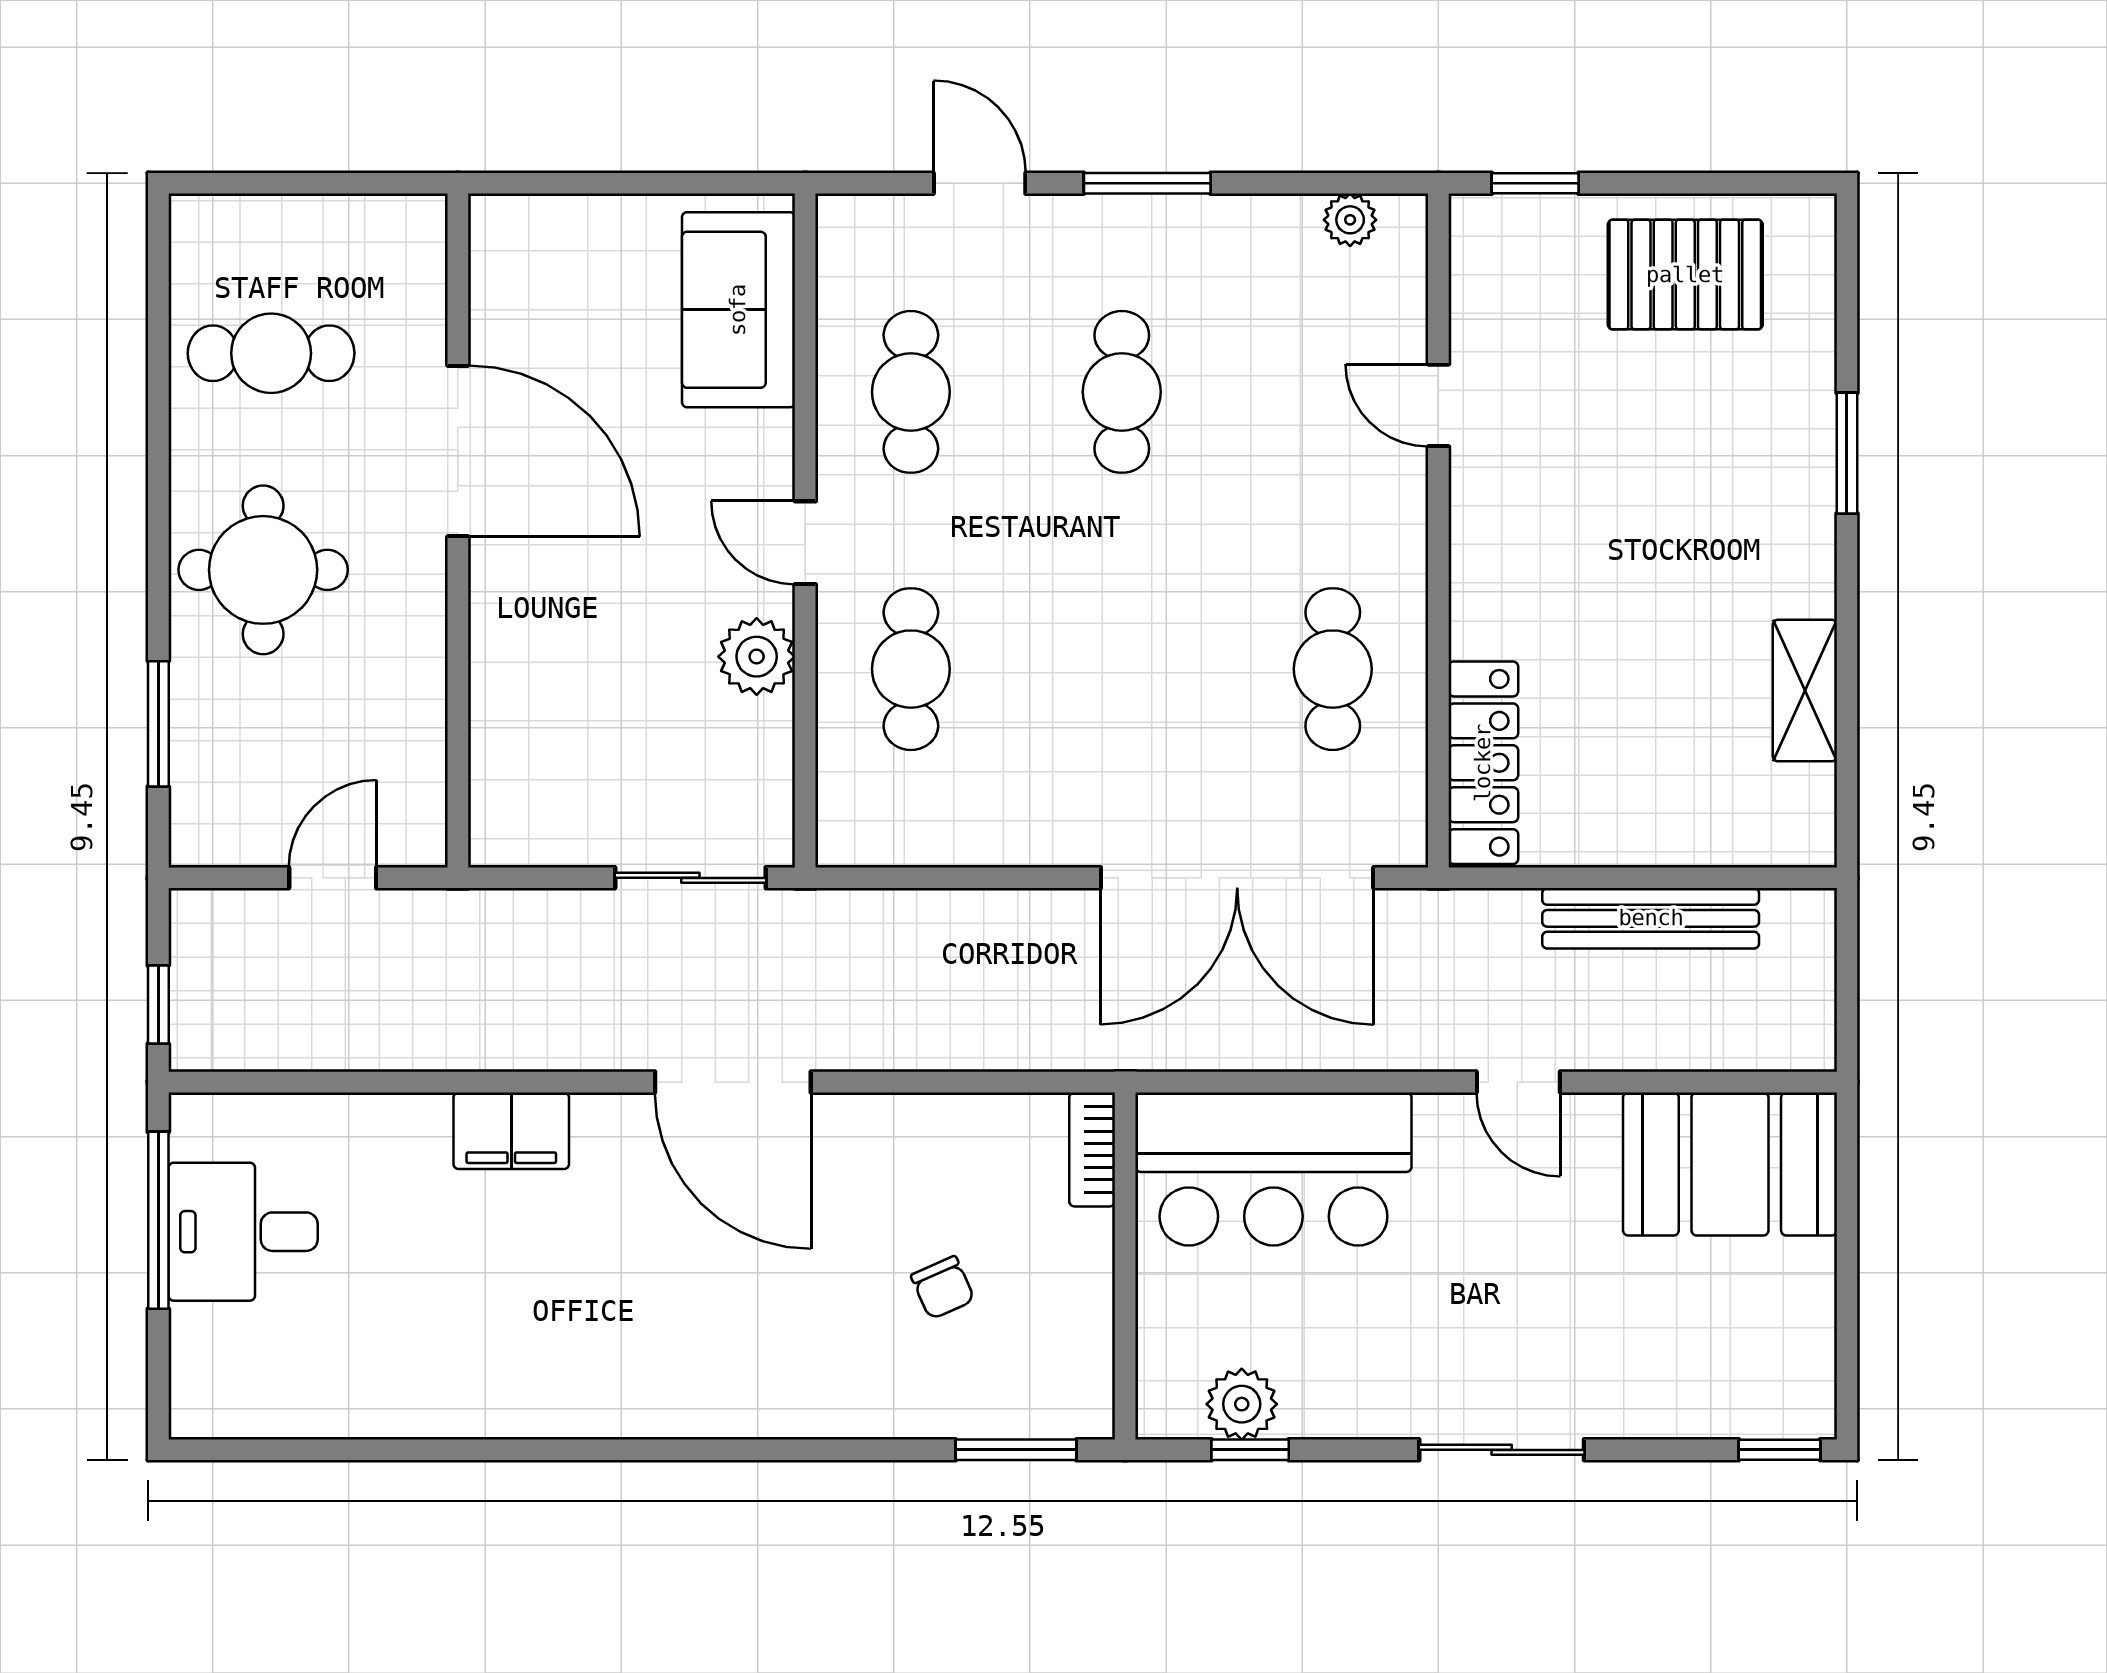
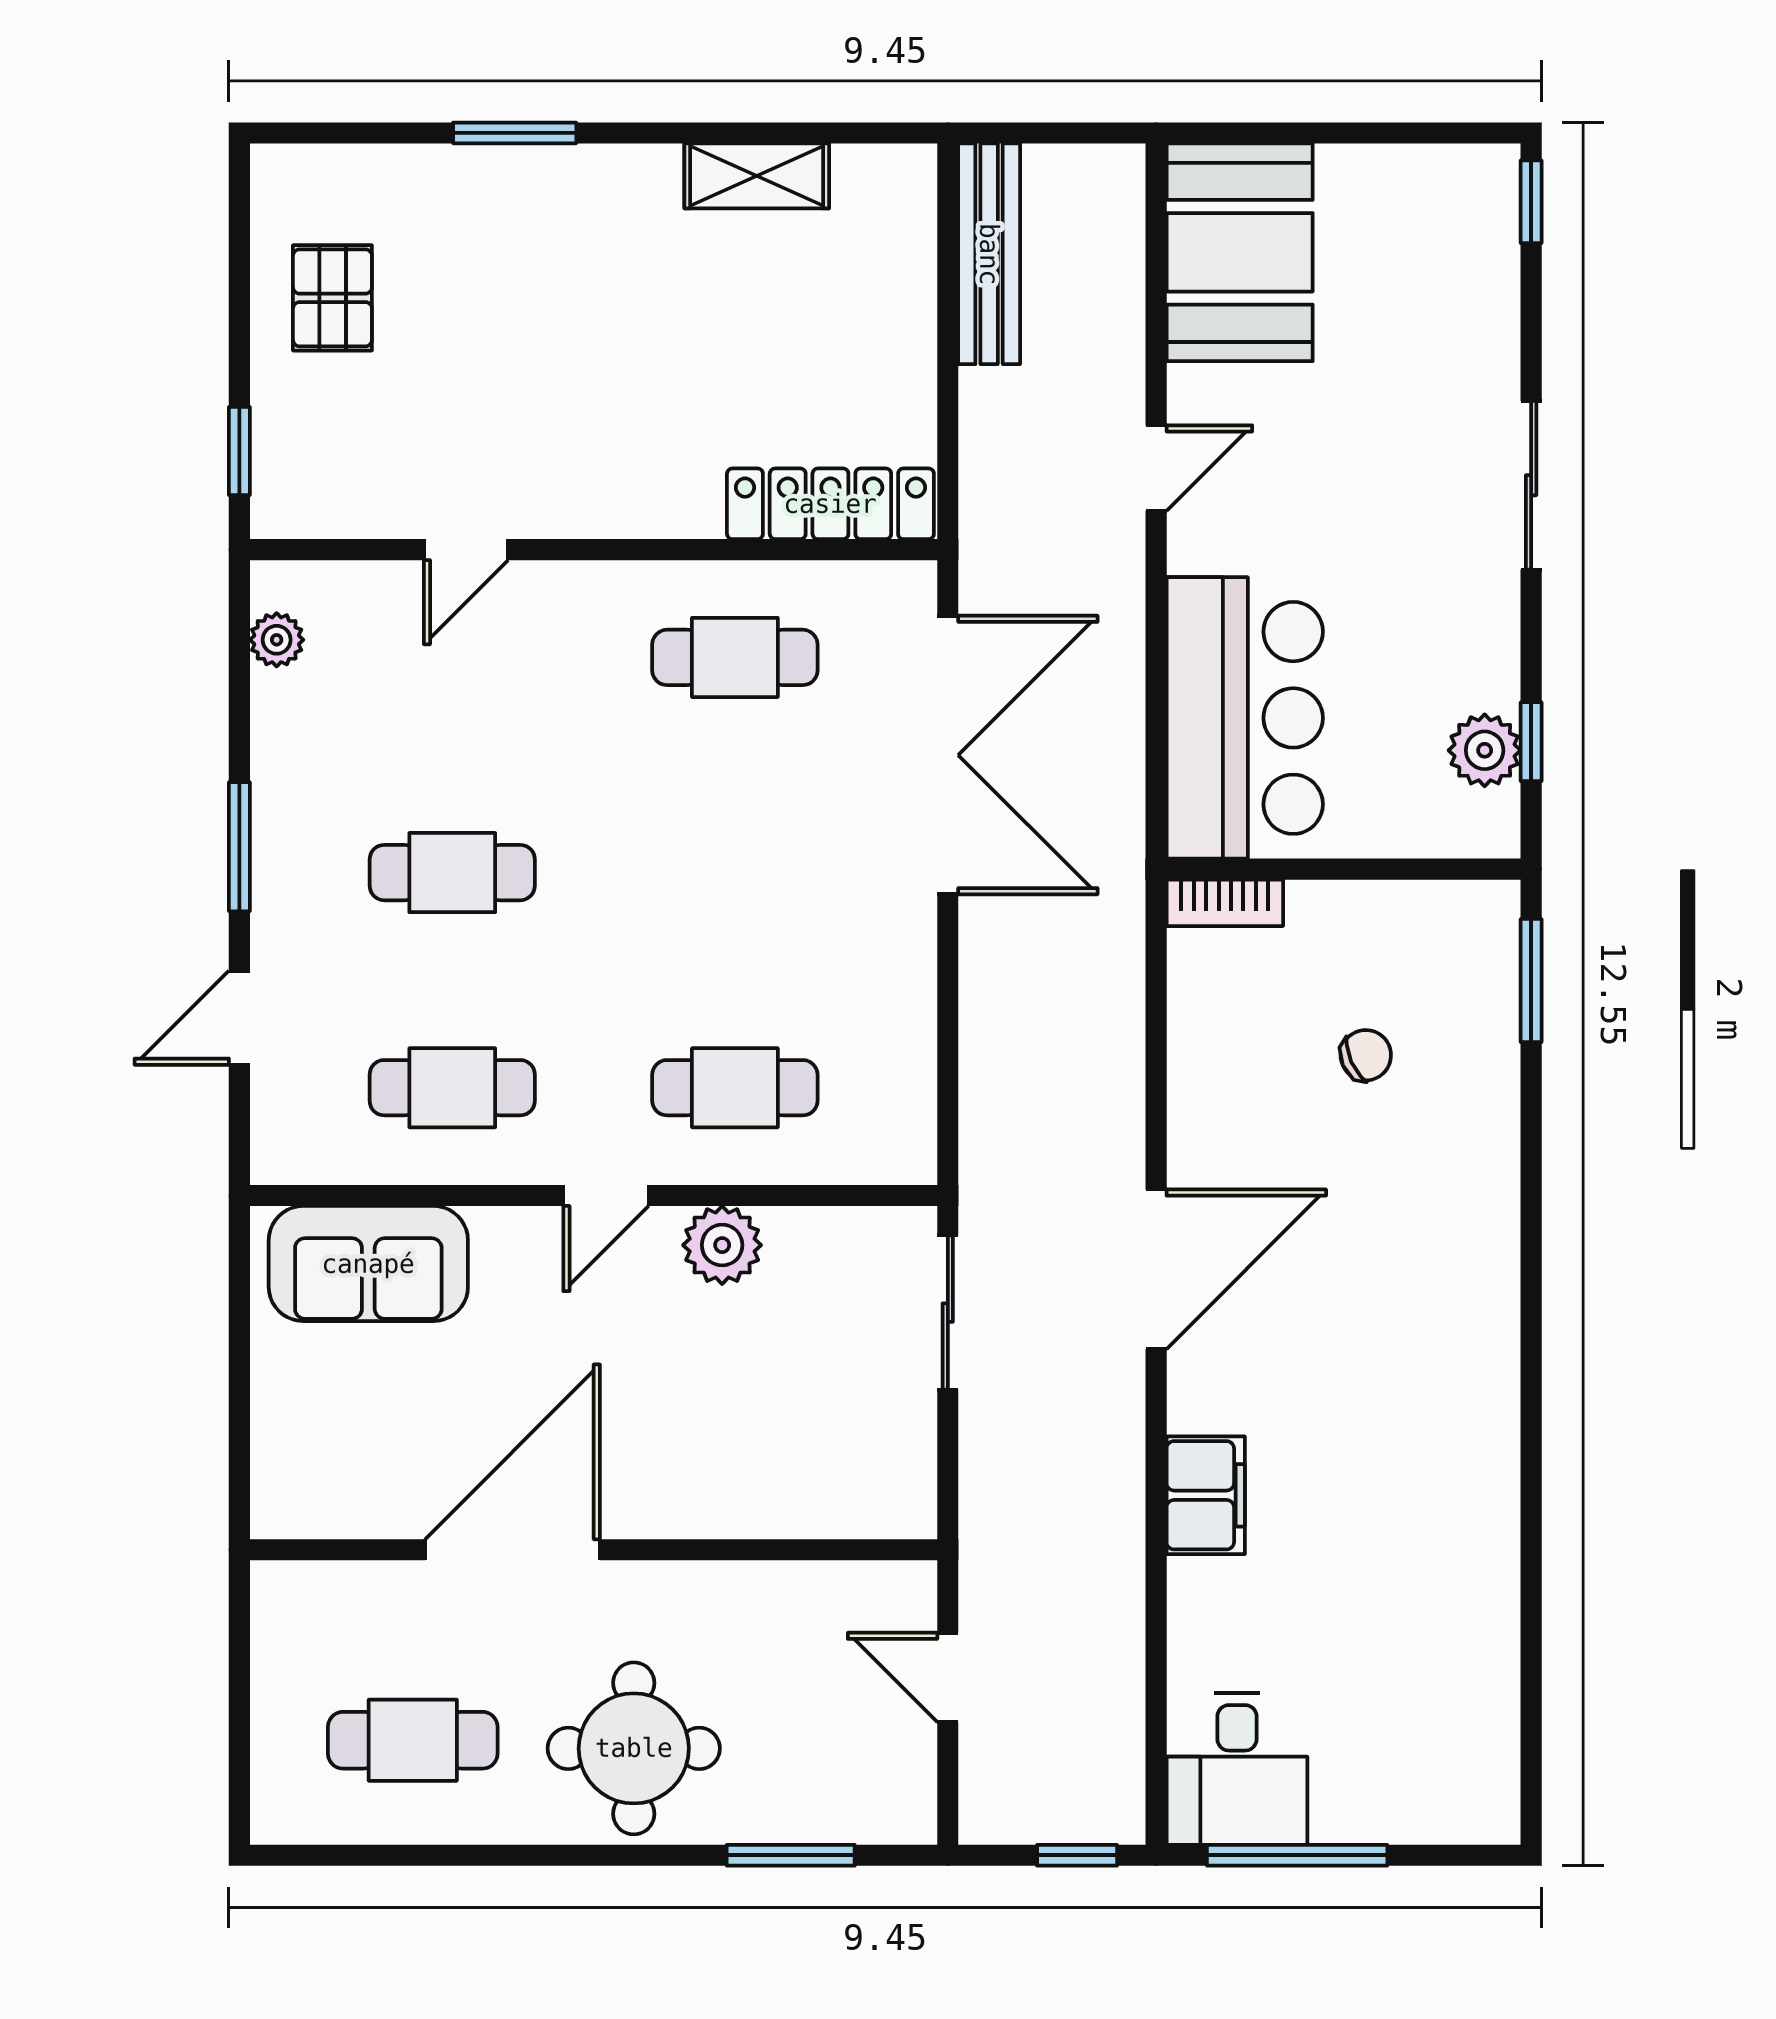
pallet: (1685, 275) -> (332, 298), width x0.67, depth x0.71
cafe table: (271, 353) -> (413, 1740), turned 90
bench: (1651, 918) -> (989, 254), moved
desk: (243, 1232) -> (1237, 1769), moved

